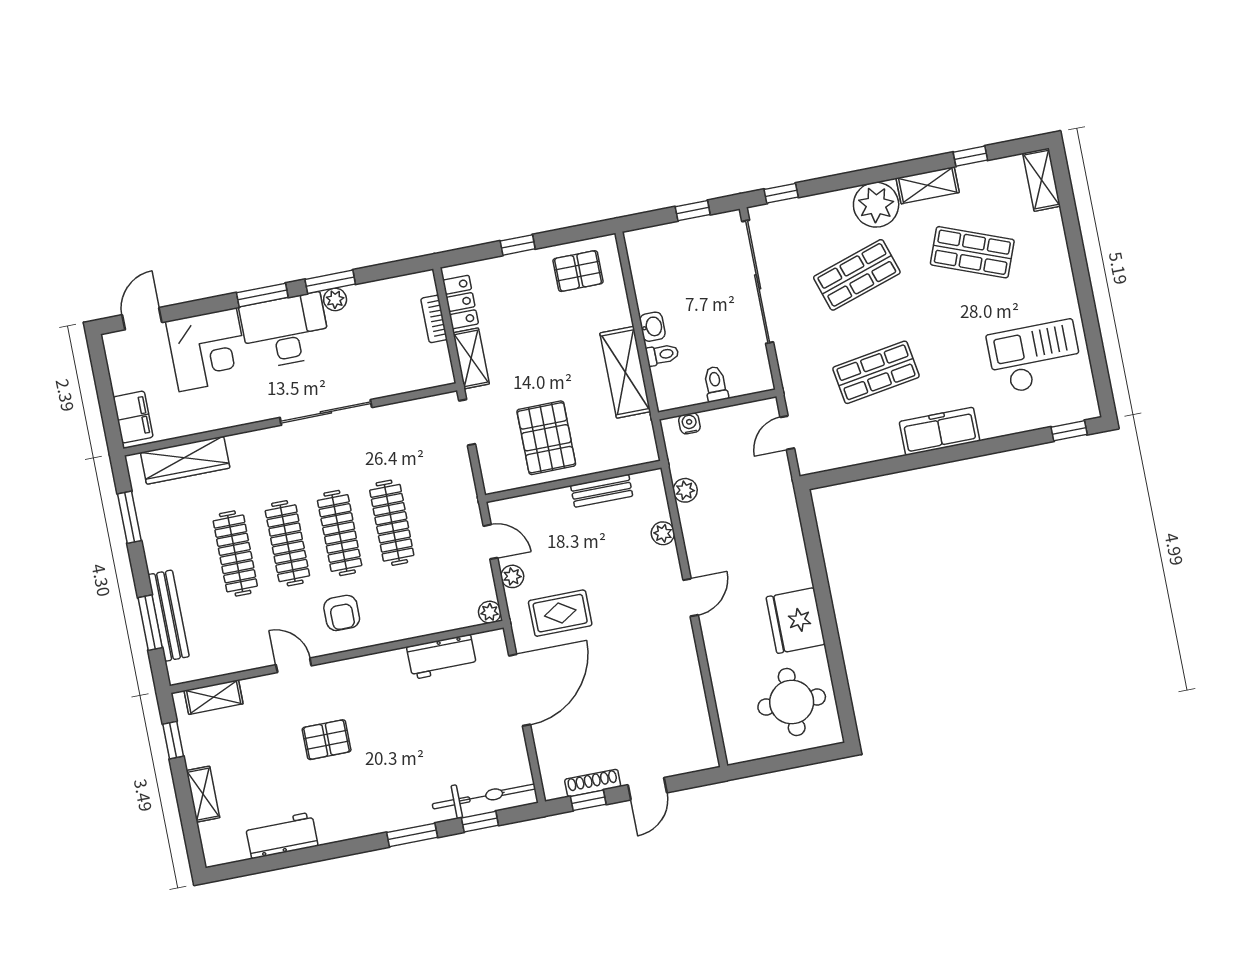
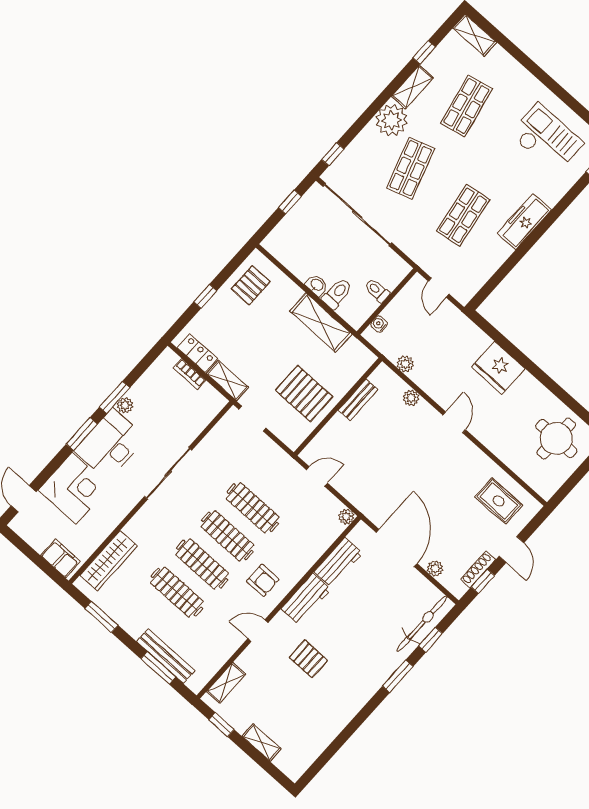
shop shelf: (972, 252) -> (466, 106), turned -33
toilet: (662, 355) -> (337, 293), width x1.37, depth x1.39
checkout: (1035, 357) -> (547, 139), turned 90
plant: (512, 576) -> (435, 569), moved
rug: (560, 613) -> (499, 501), moved, turned 90
fridge: (796, 621) -> (498, 368), moved
pallet: (327, 740) -> (308, 659), turned 90
workbench: (282, 836) -> (306, 599), moved, turned 180

